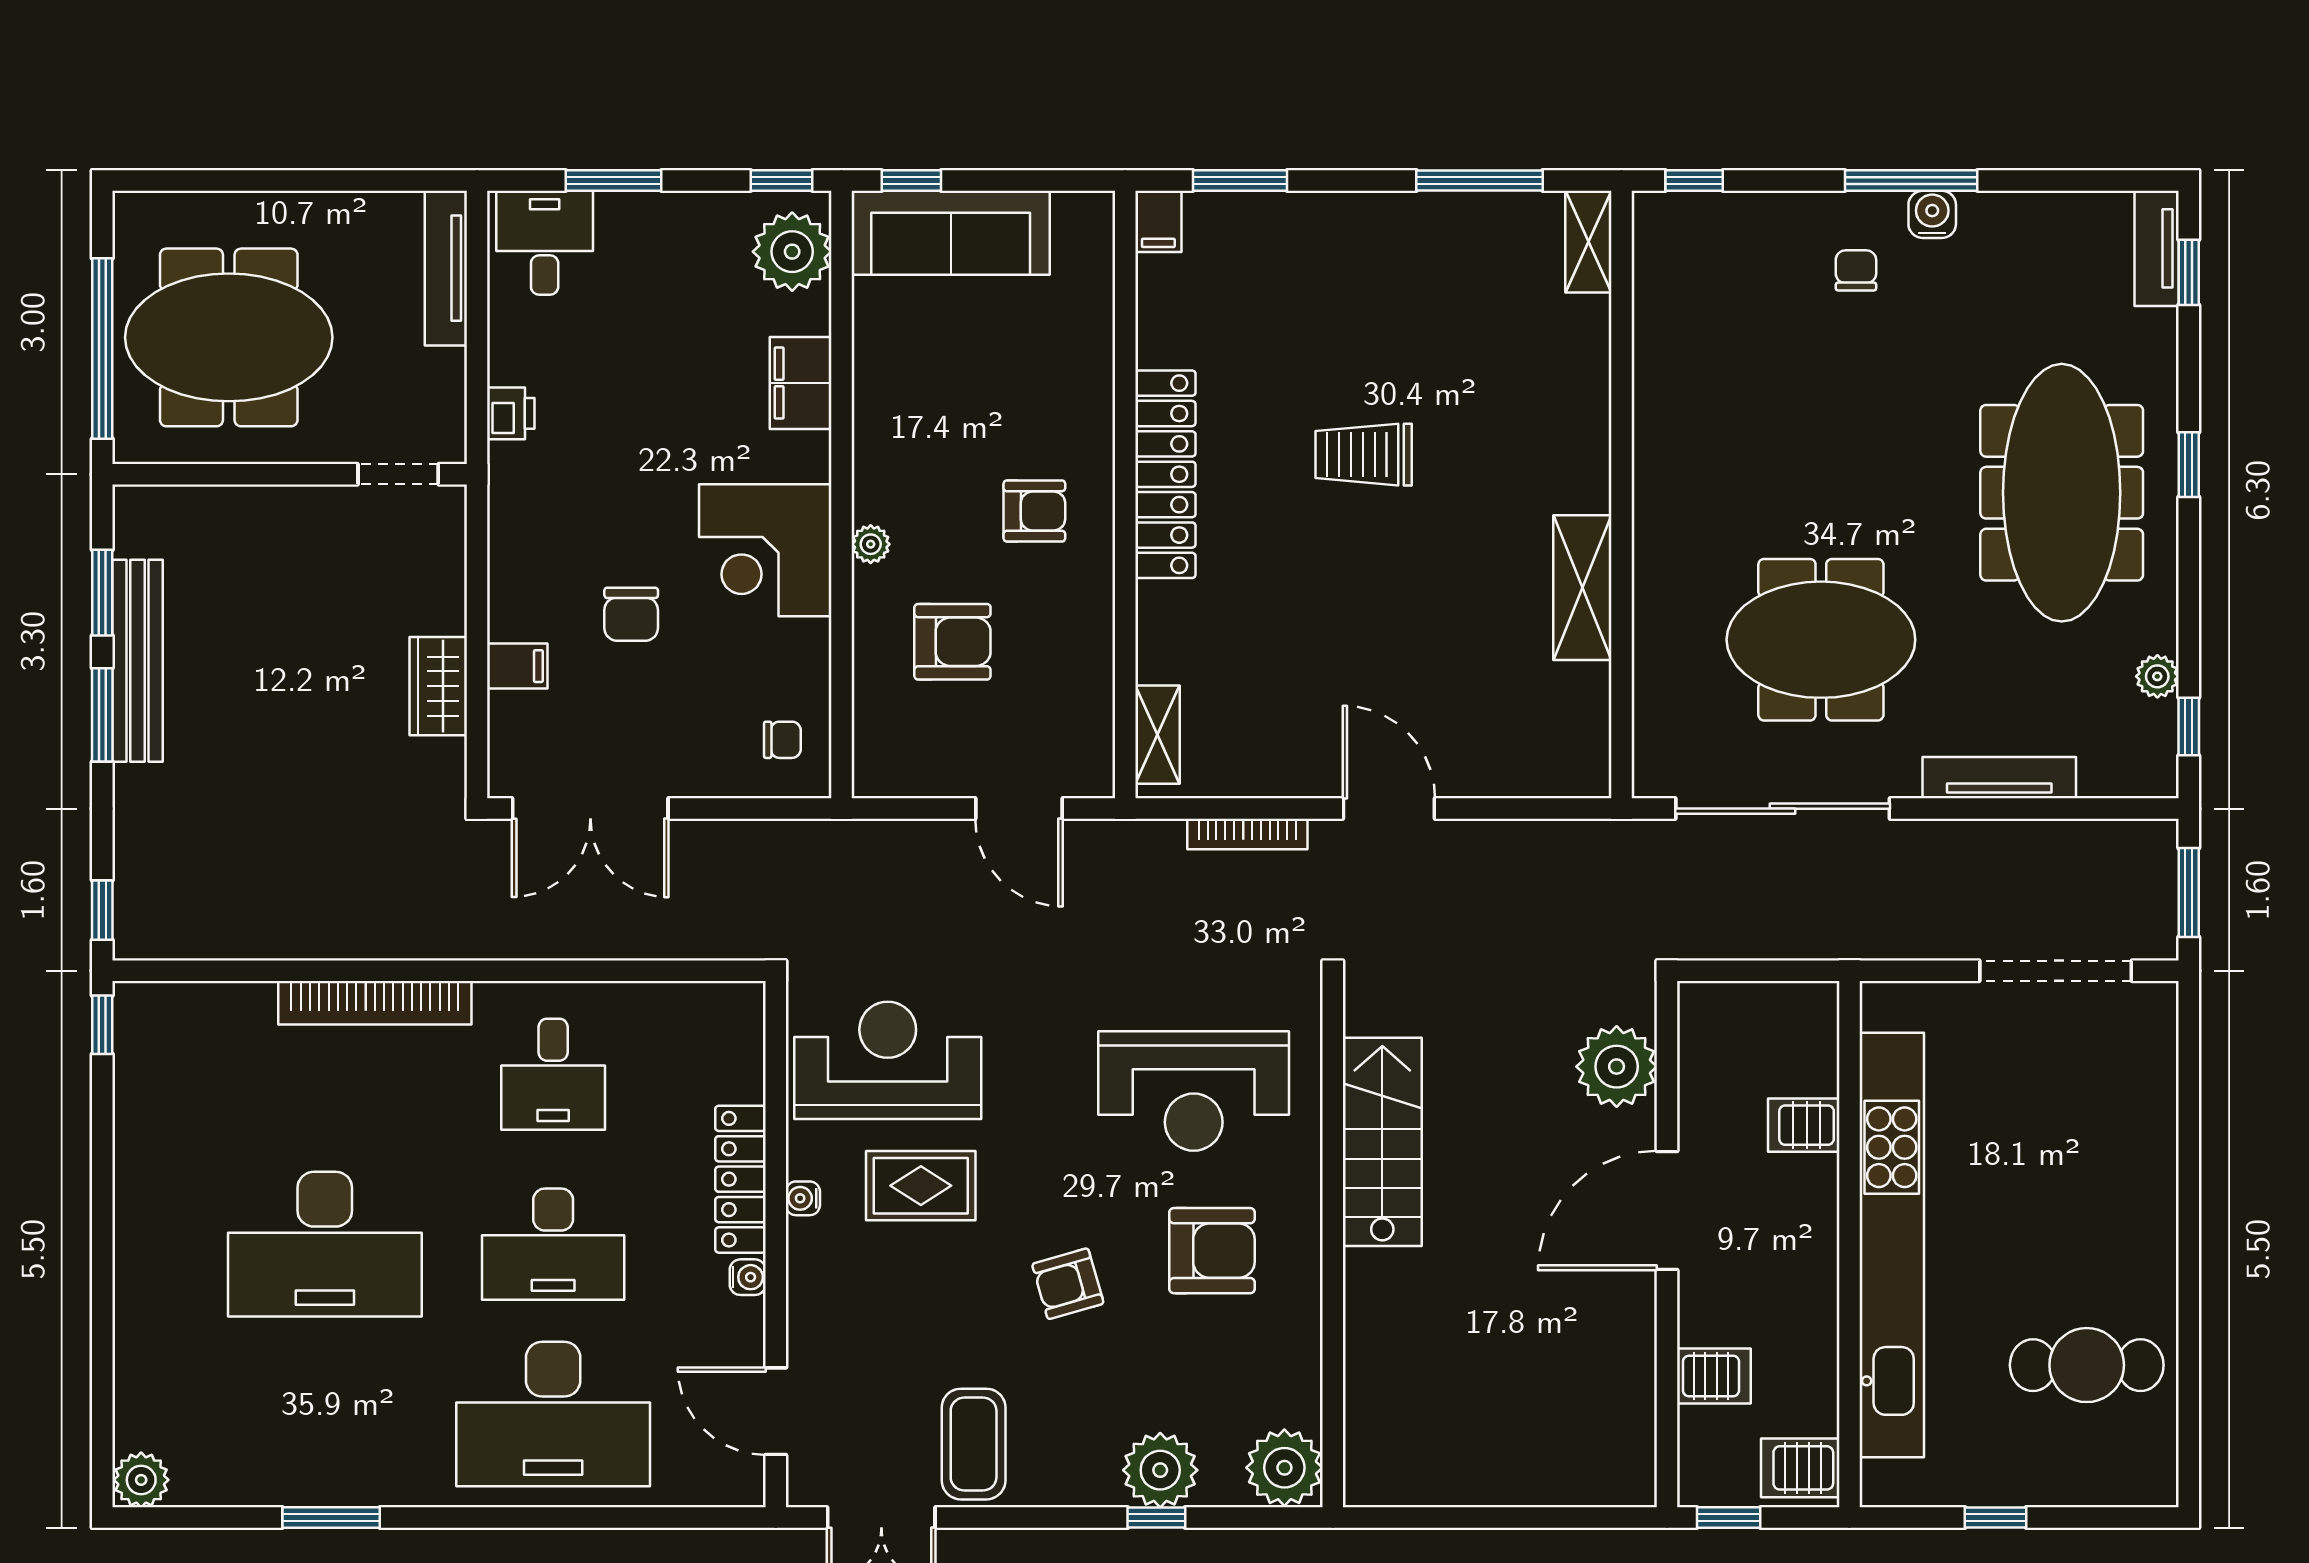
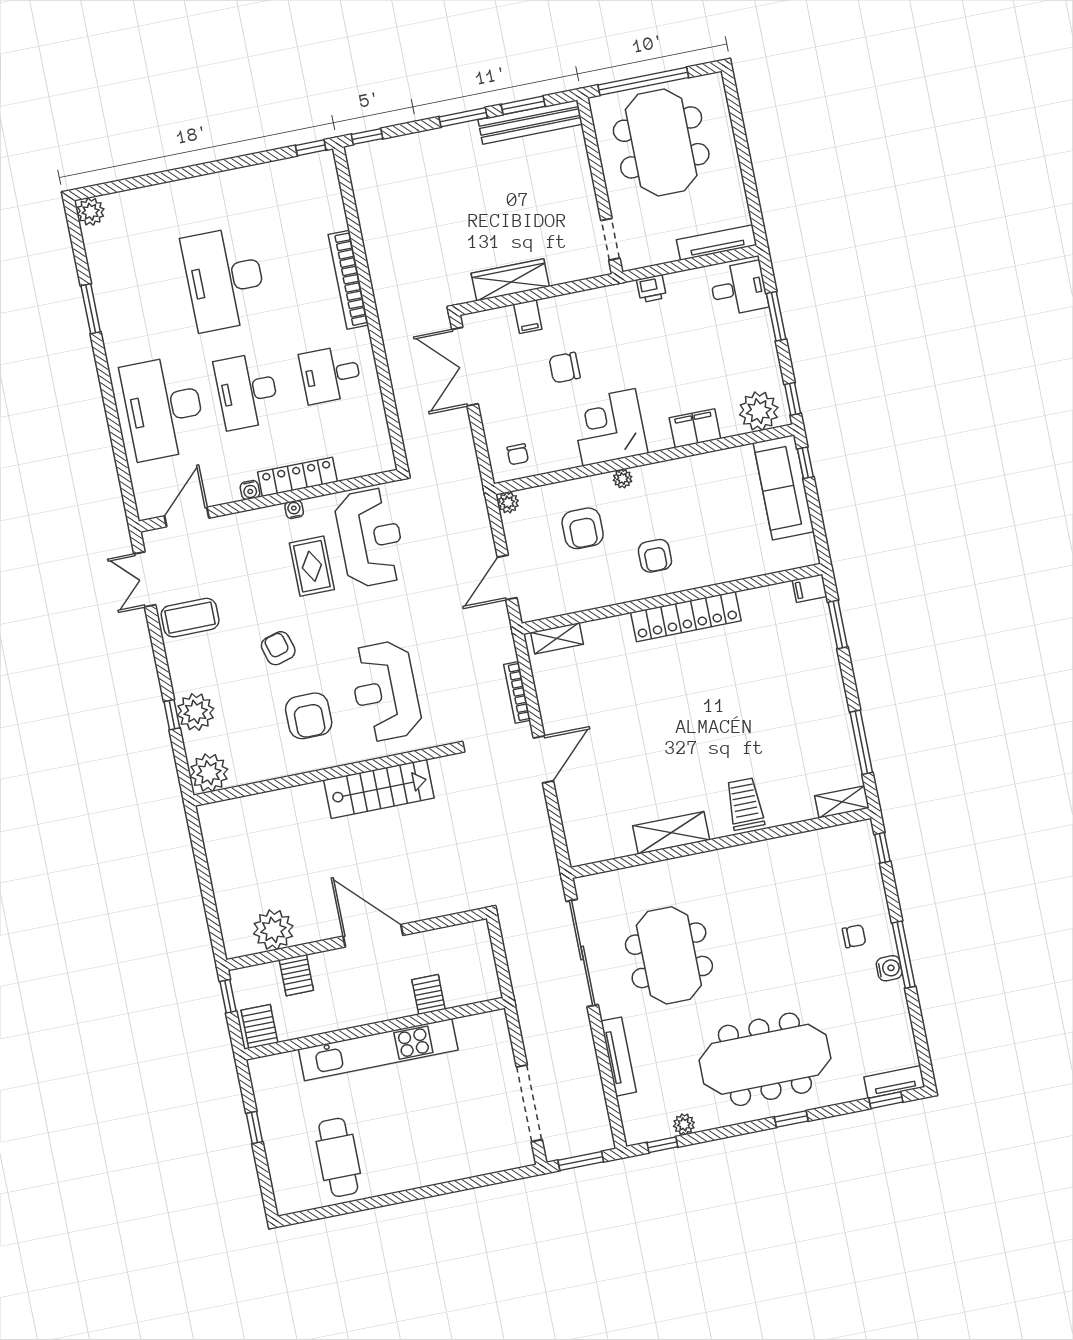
trolley: (1364, 455) -> (745, 804), moved
bench: (137, 661) -> (530, 122), moved
wardrobe: (438, 686) -> (510, 280), width x1.50
plant: (873, 777) -> (508, 503), added
plant: (1617, 1067) -> (273, 930), moved
kitchen unit: (1892, 1245) -> (378, 1050), width x0.73

